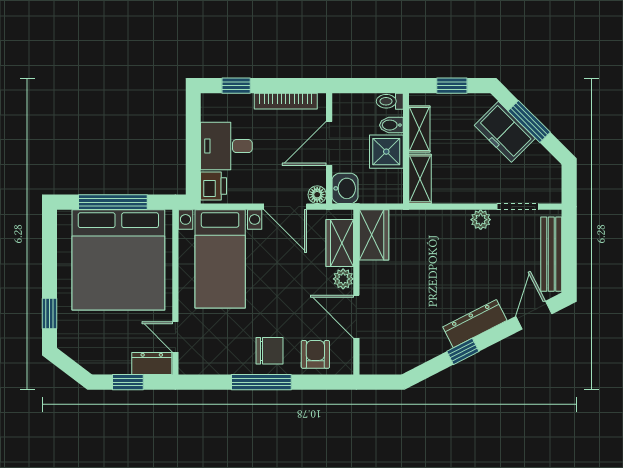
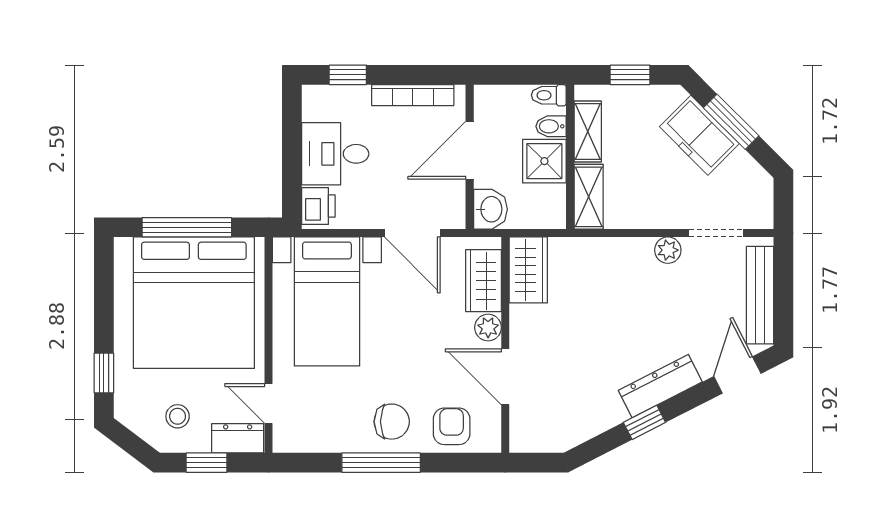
floor lamp: (317, 195) -> (454, 217), removed
stool: (106, 347) -> (178, 416), added

